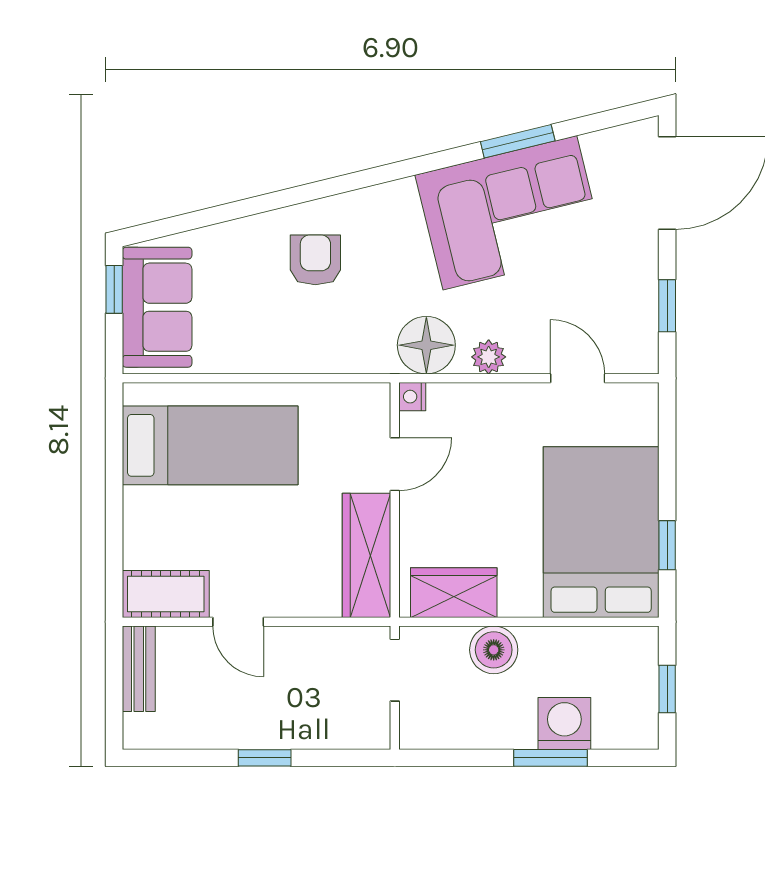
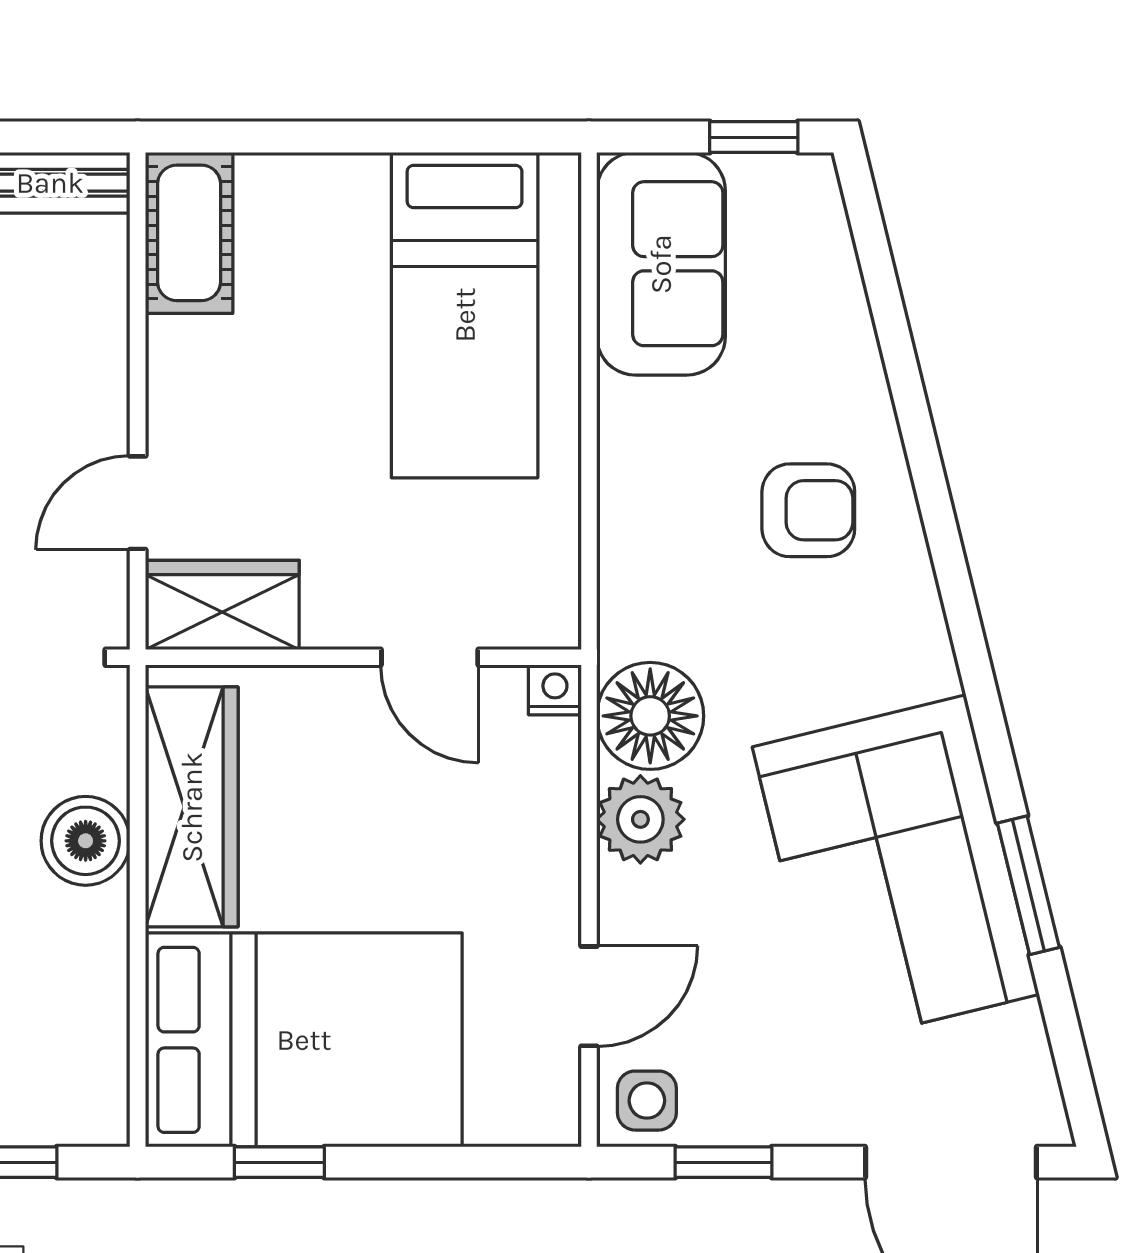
sofa: (157, 307) -> (661, 264), moved, turned -90
side table: (634, 347) -> (647, 1101), added
plant: (489, 357) -> (640, 819), width x1.38, depth x1.38
wardrobe: (366, 555) -> (222, 605), width x0.67
wardrobe: (454, 593) -> (192, 807), width x1.50
door: (238, 622) -> (138, 503), moved

